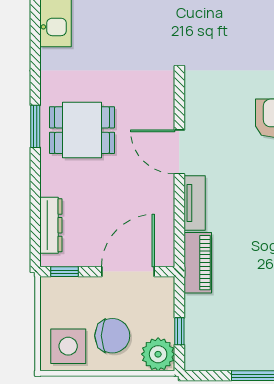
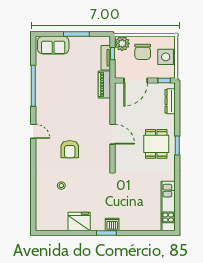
dining table: (82, 130) -> (156, 144), turned 90
tv unit: (195, 203) -> (106, 58), moved
chair: (112, 336) -> (143, 52), turned -90
side table: (68, 346) -> (166, 57), moved

